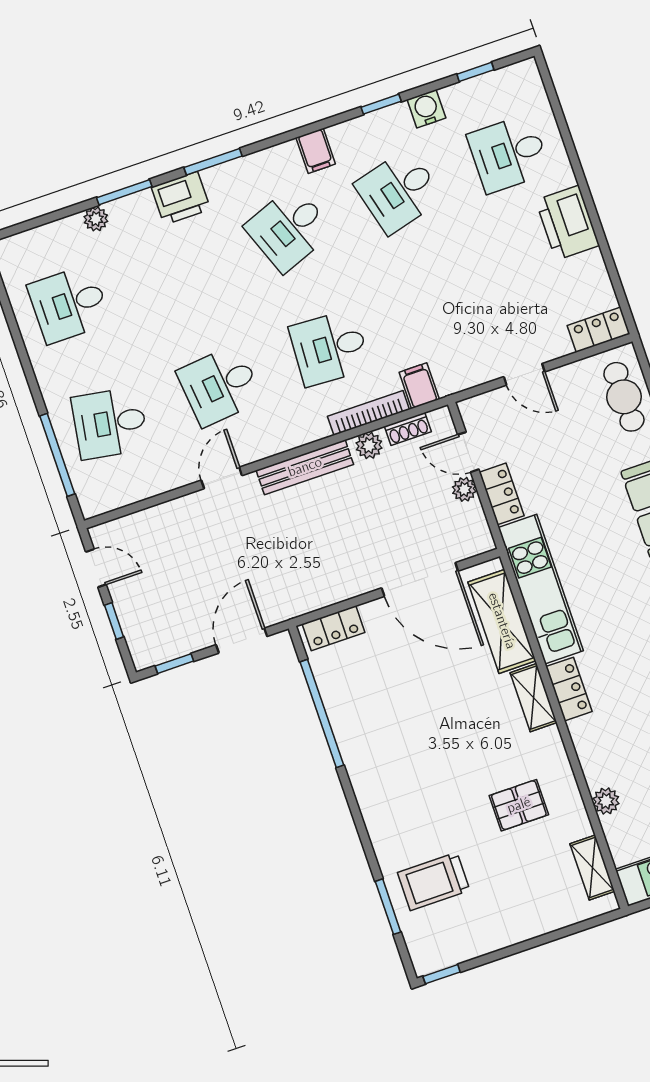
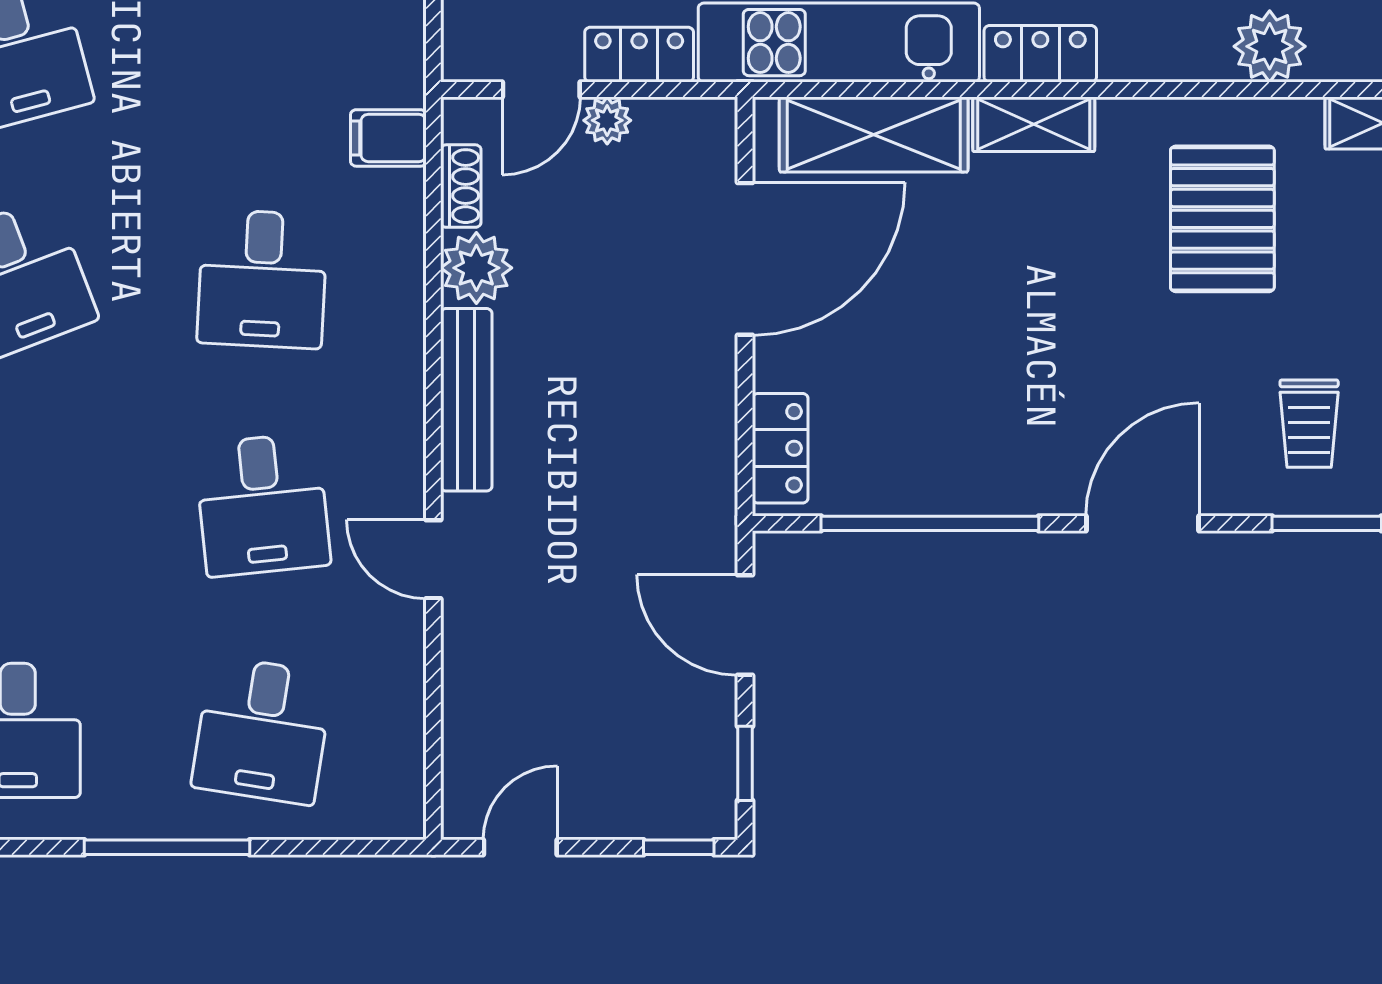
bookcase: (368, 413) -> (406, 249), removed
plant: (369, 445) -> (476, 268), width x1.38, depth x1.38
window: (57, 455) -> (167, 847), moved
window: (114, 621) -> (679, 847), moved
plant: (606, 801) -> (1270, 46), width x1.38, depth x1.38
pallet: (519, 805) -> (1222, 219), width x1.50, depth x1.42
door: (357, 817) -> (1142, 523), added
trolley: (434, 881) -> (1309, 424), width x0.73, depth x0.72

